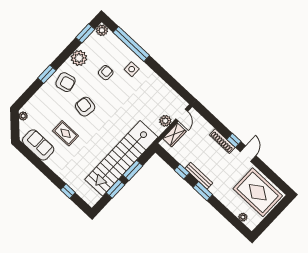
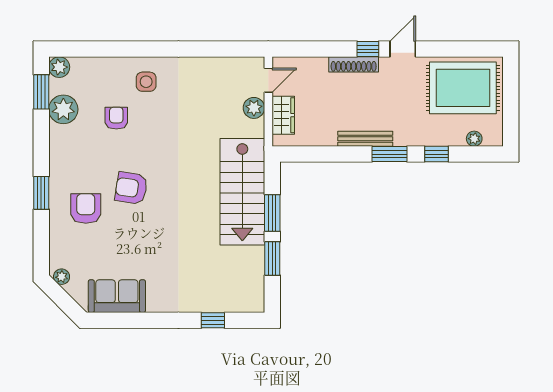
window: (131, 44) -> (115, 49), removed
plant: (79, 58) -> (63, 109), moved
armchair: (66, 82) -> (86, 208), moved, turned -76
door: (182, 115) -> (268, 80), hinge flipped
rug: (66, 133) -> (138, 247), removed
door: (248, 154) -> (403, 49), hinge flipped
stairs: (121, 158) -> (242, 192), width x0.73
window: (182, 171) -> (437, 154), moved

